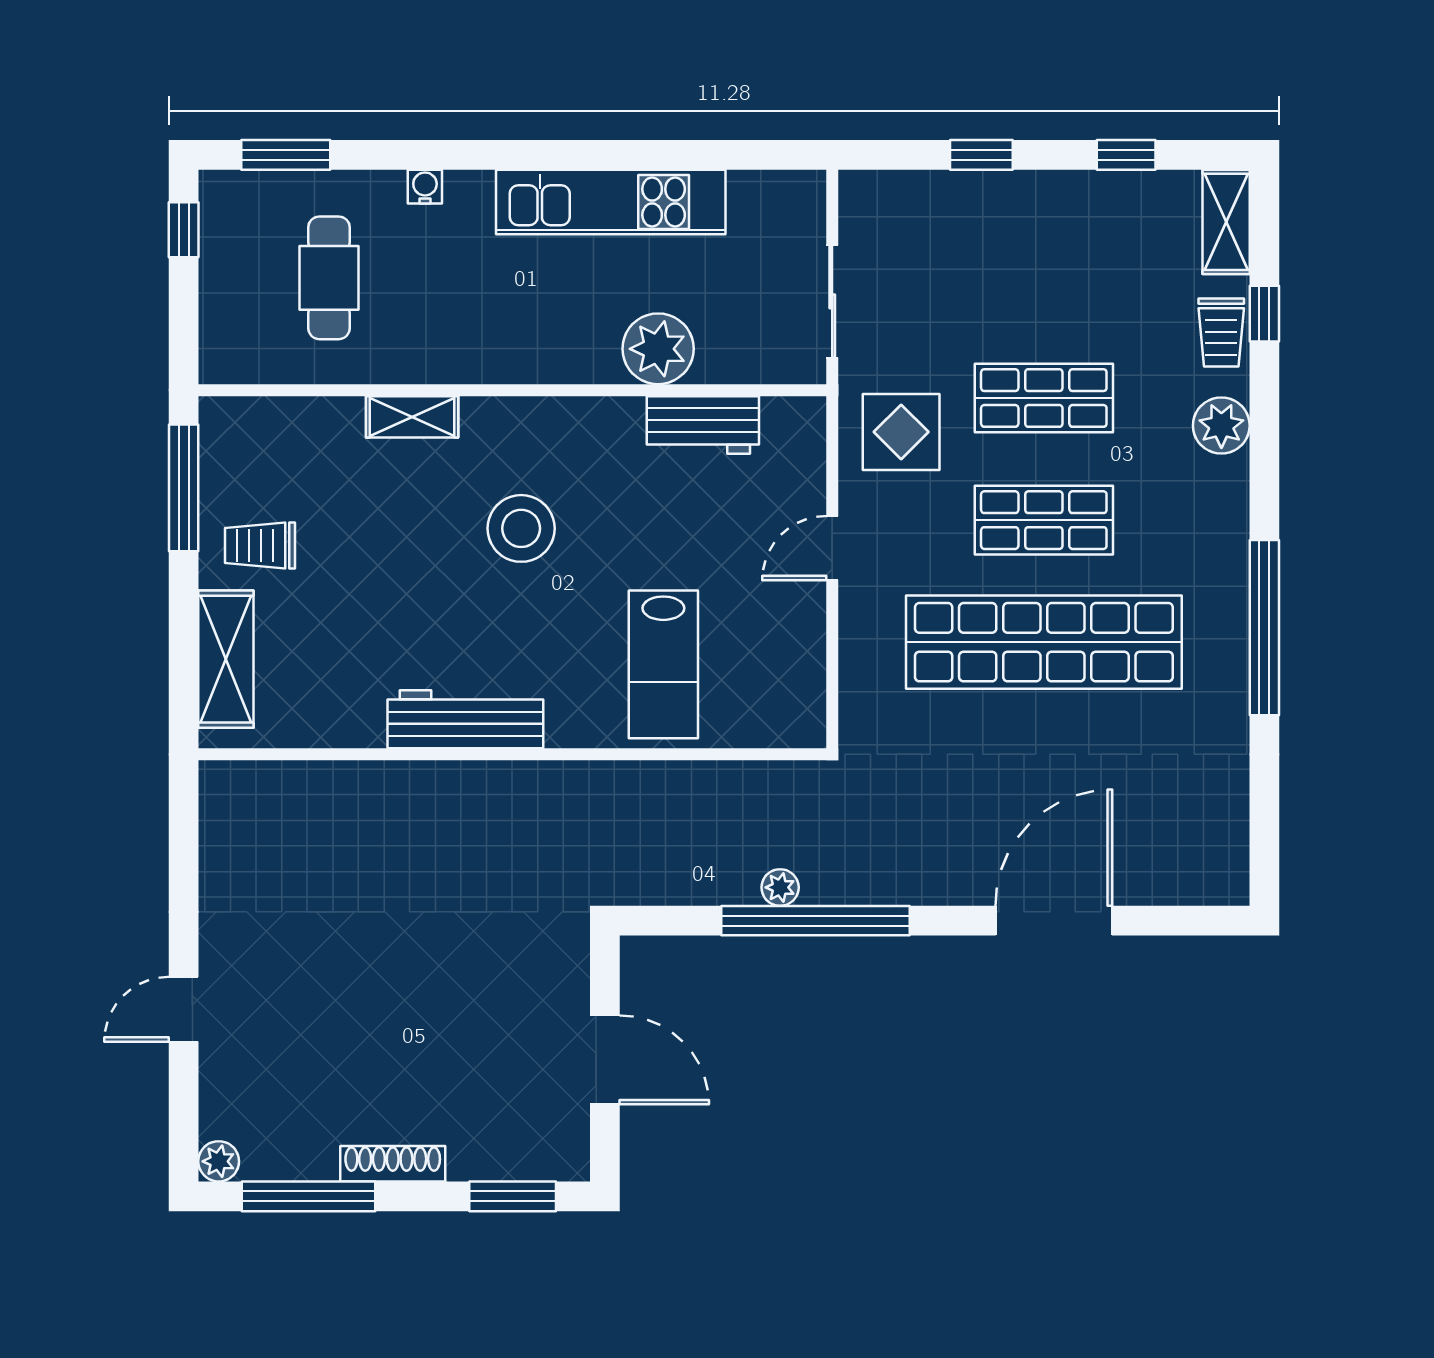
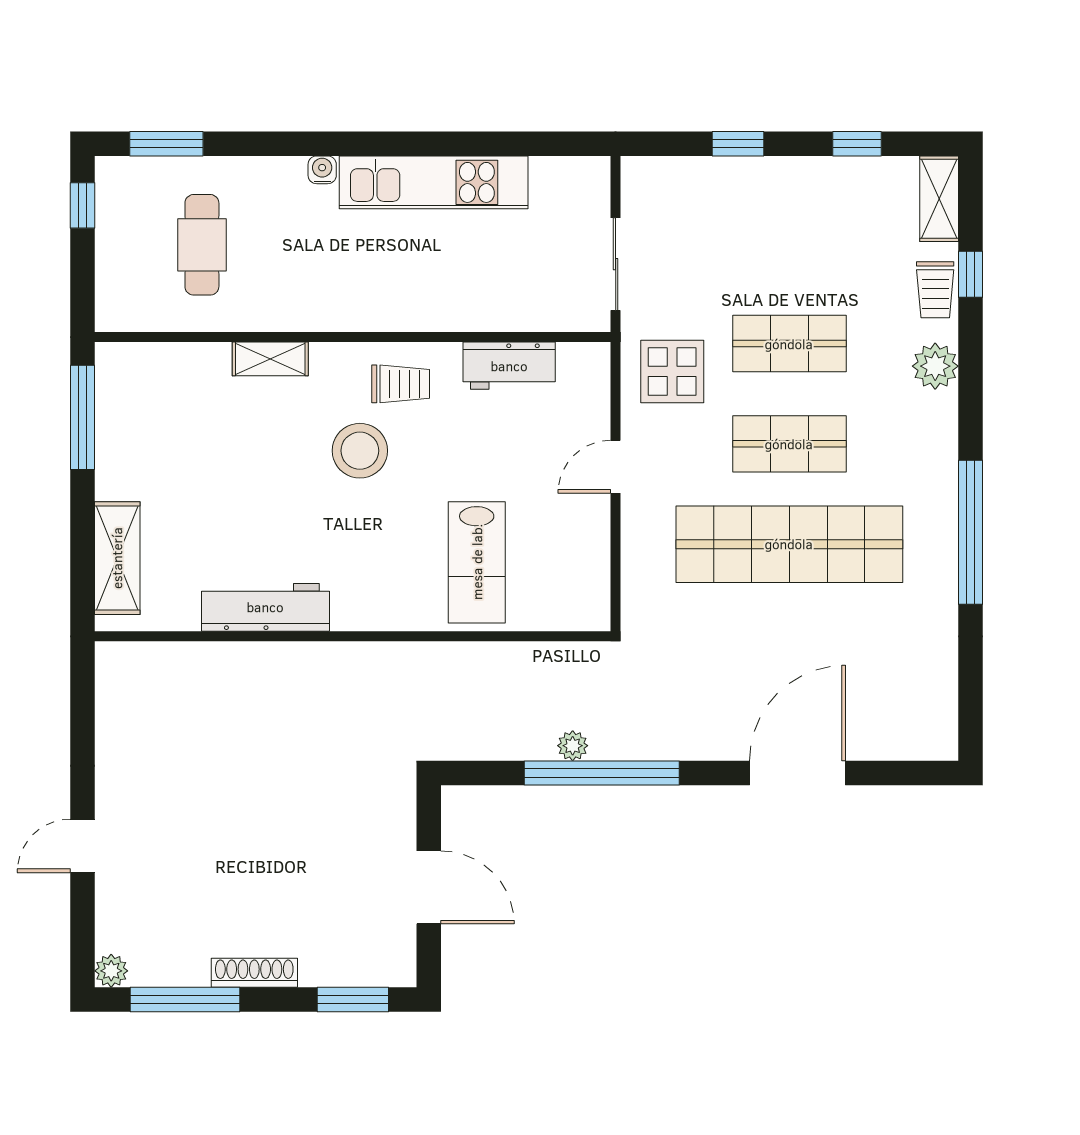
water cooler: (425, 187) -> (322, 170), moved
plant: (658, 349) -> (472, 303), removed
trolley: (260, 545) -> (401, 384), moved, turned 180
workbench: (465, 719) -> (265, 607), moved

